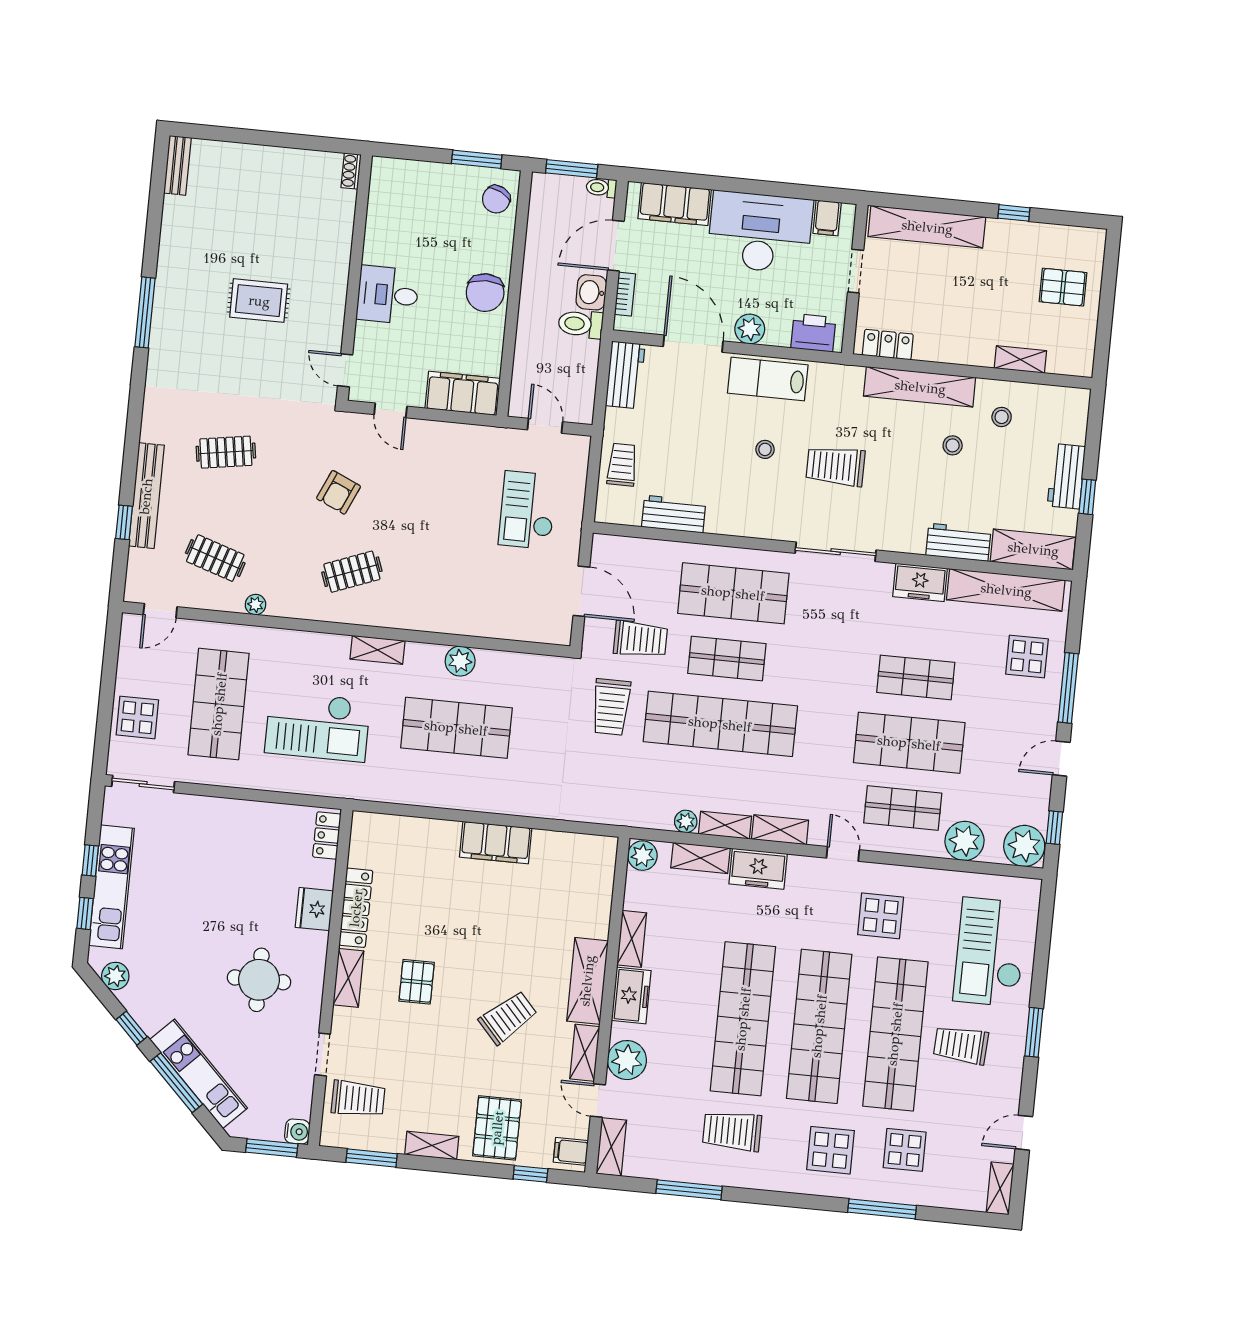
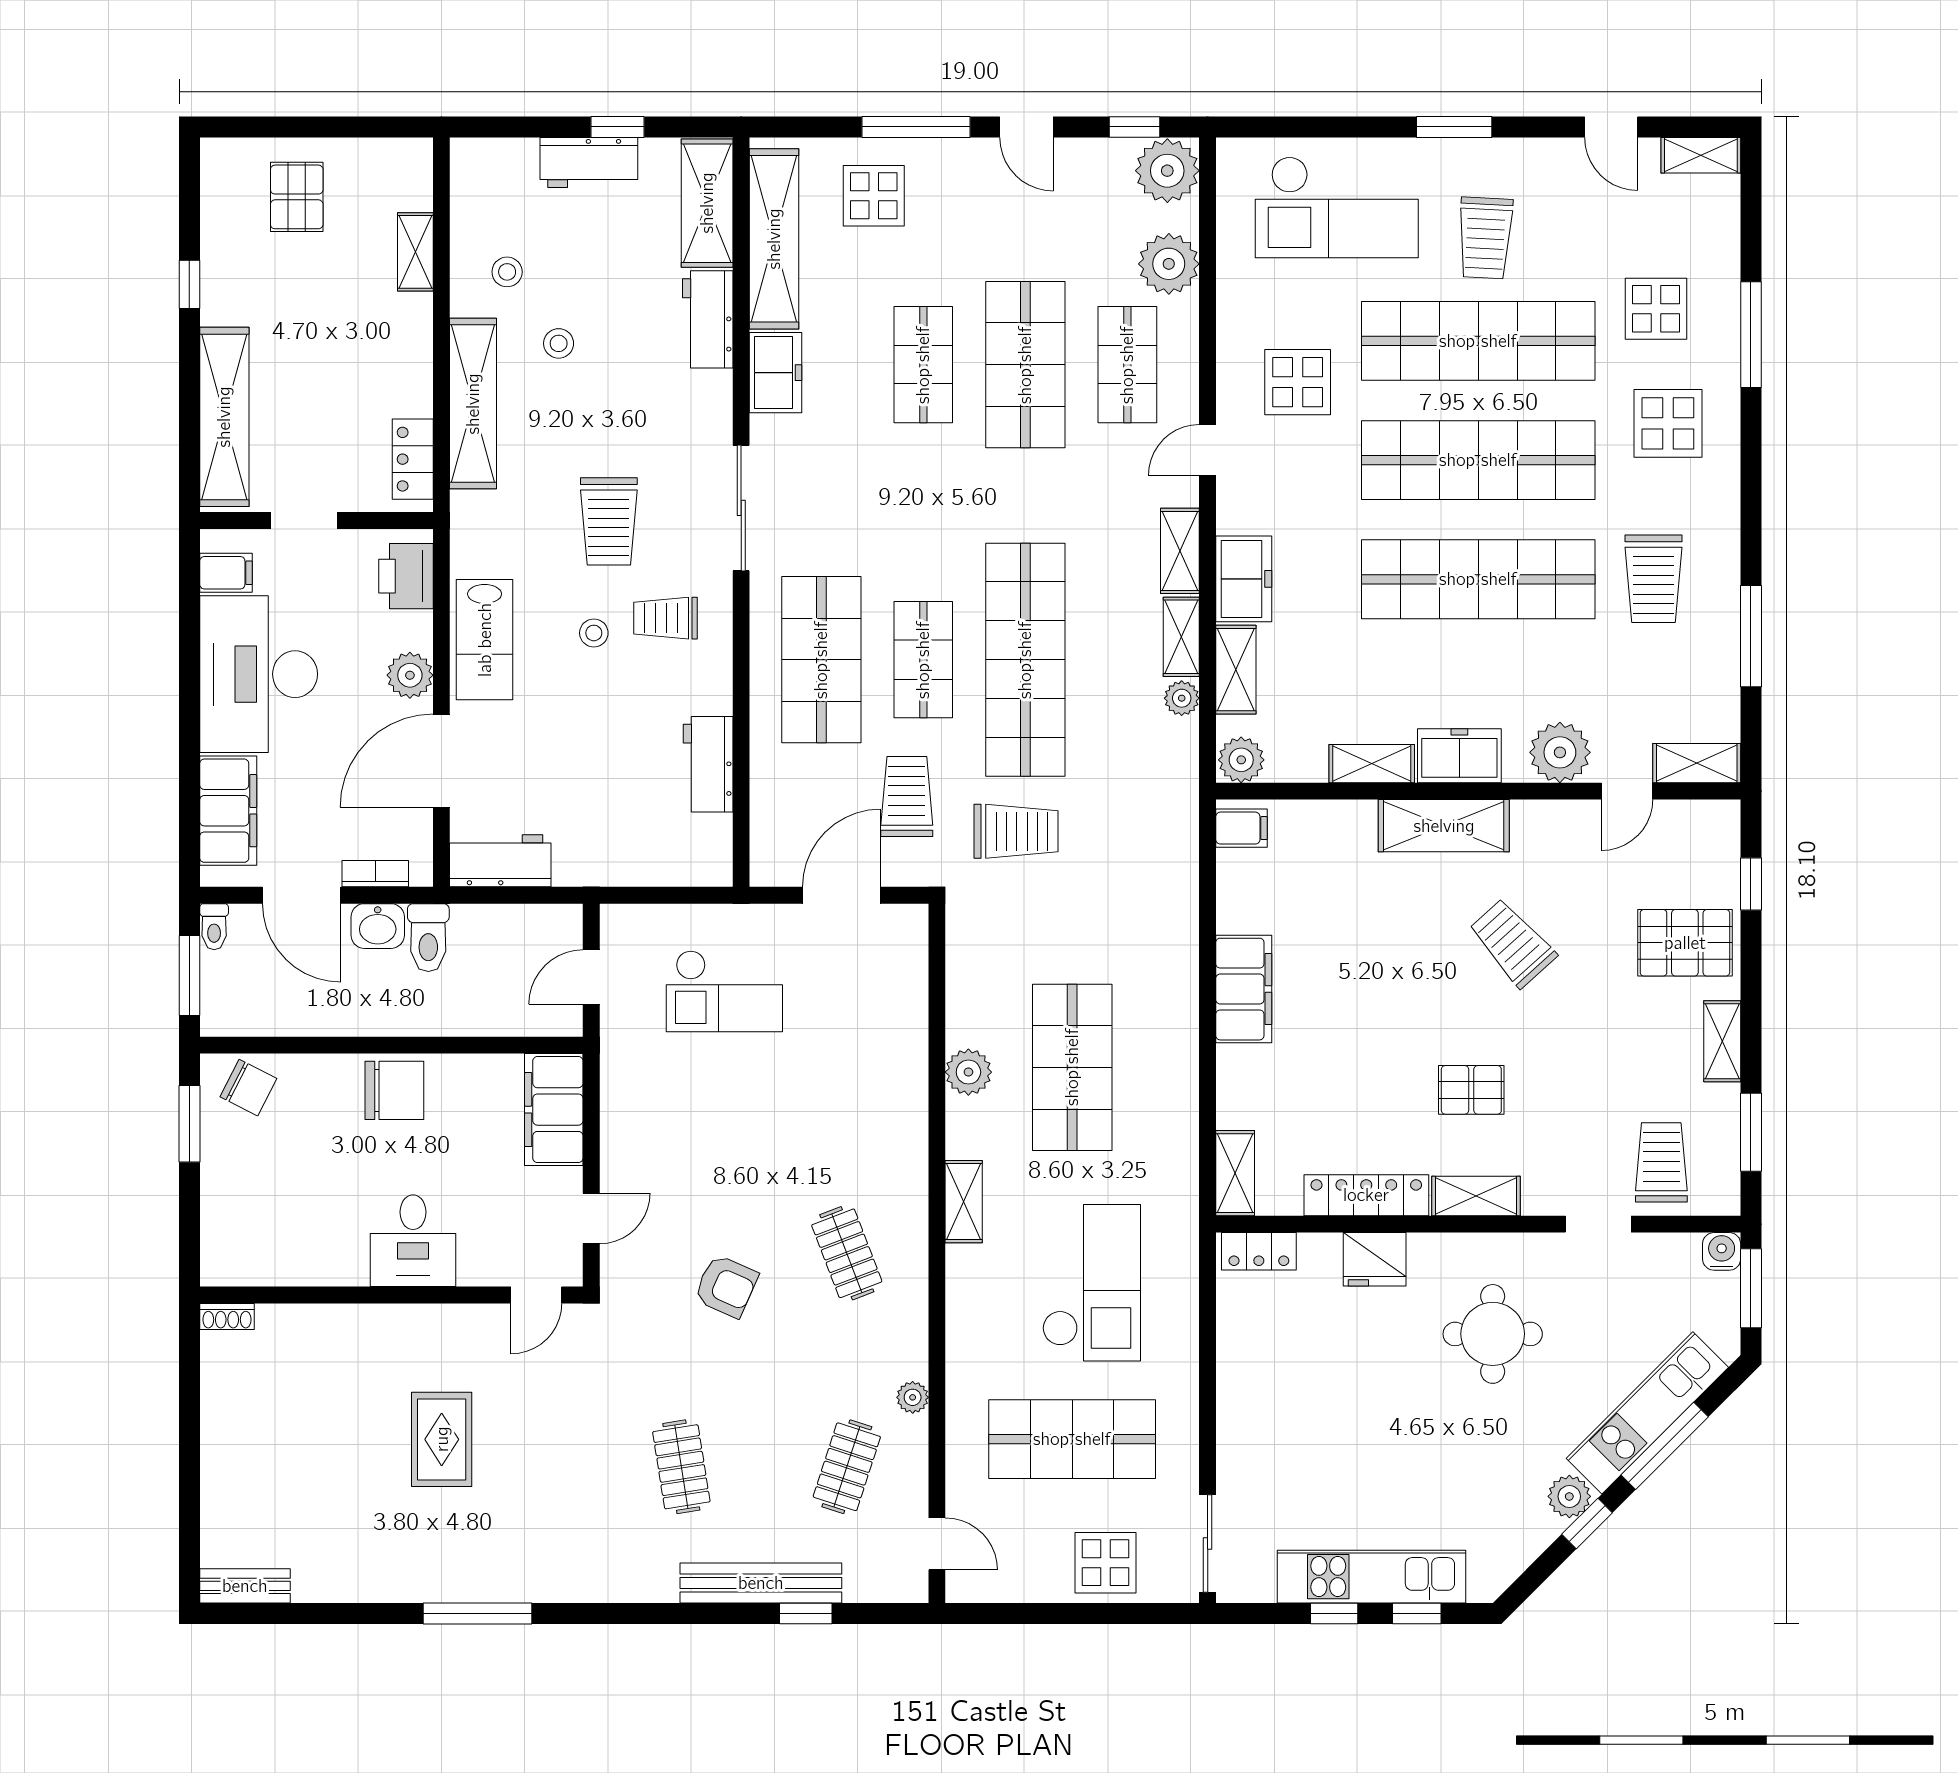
trolley: (622, 465) -> (666, 618), moved
plant: (115, 976) -> (1569, 1496), moved
shelving: (585, 1053) -> (1235, 1173), moved, turned 90
filing cabinet: (571, 1151) -> (1241, 828), moved, turned -90

